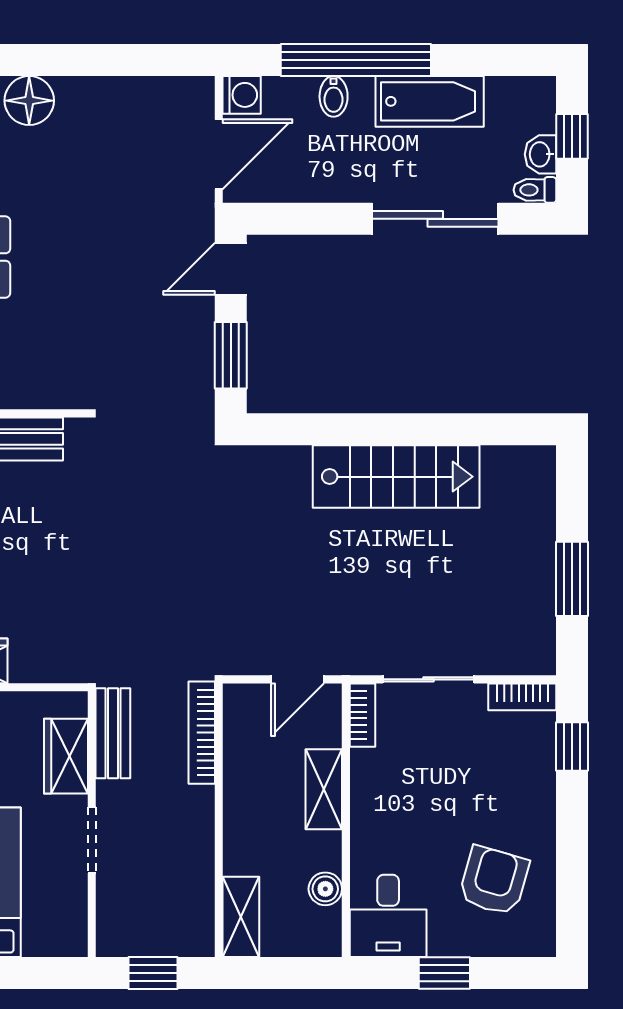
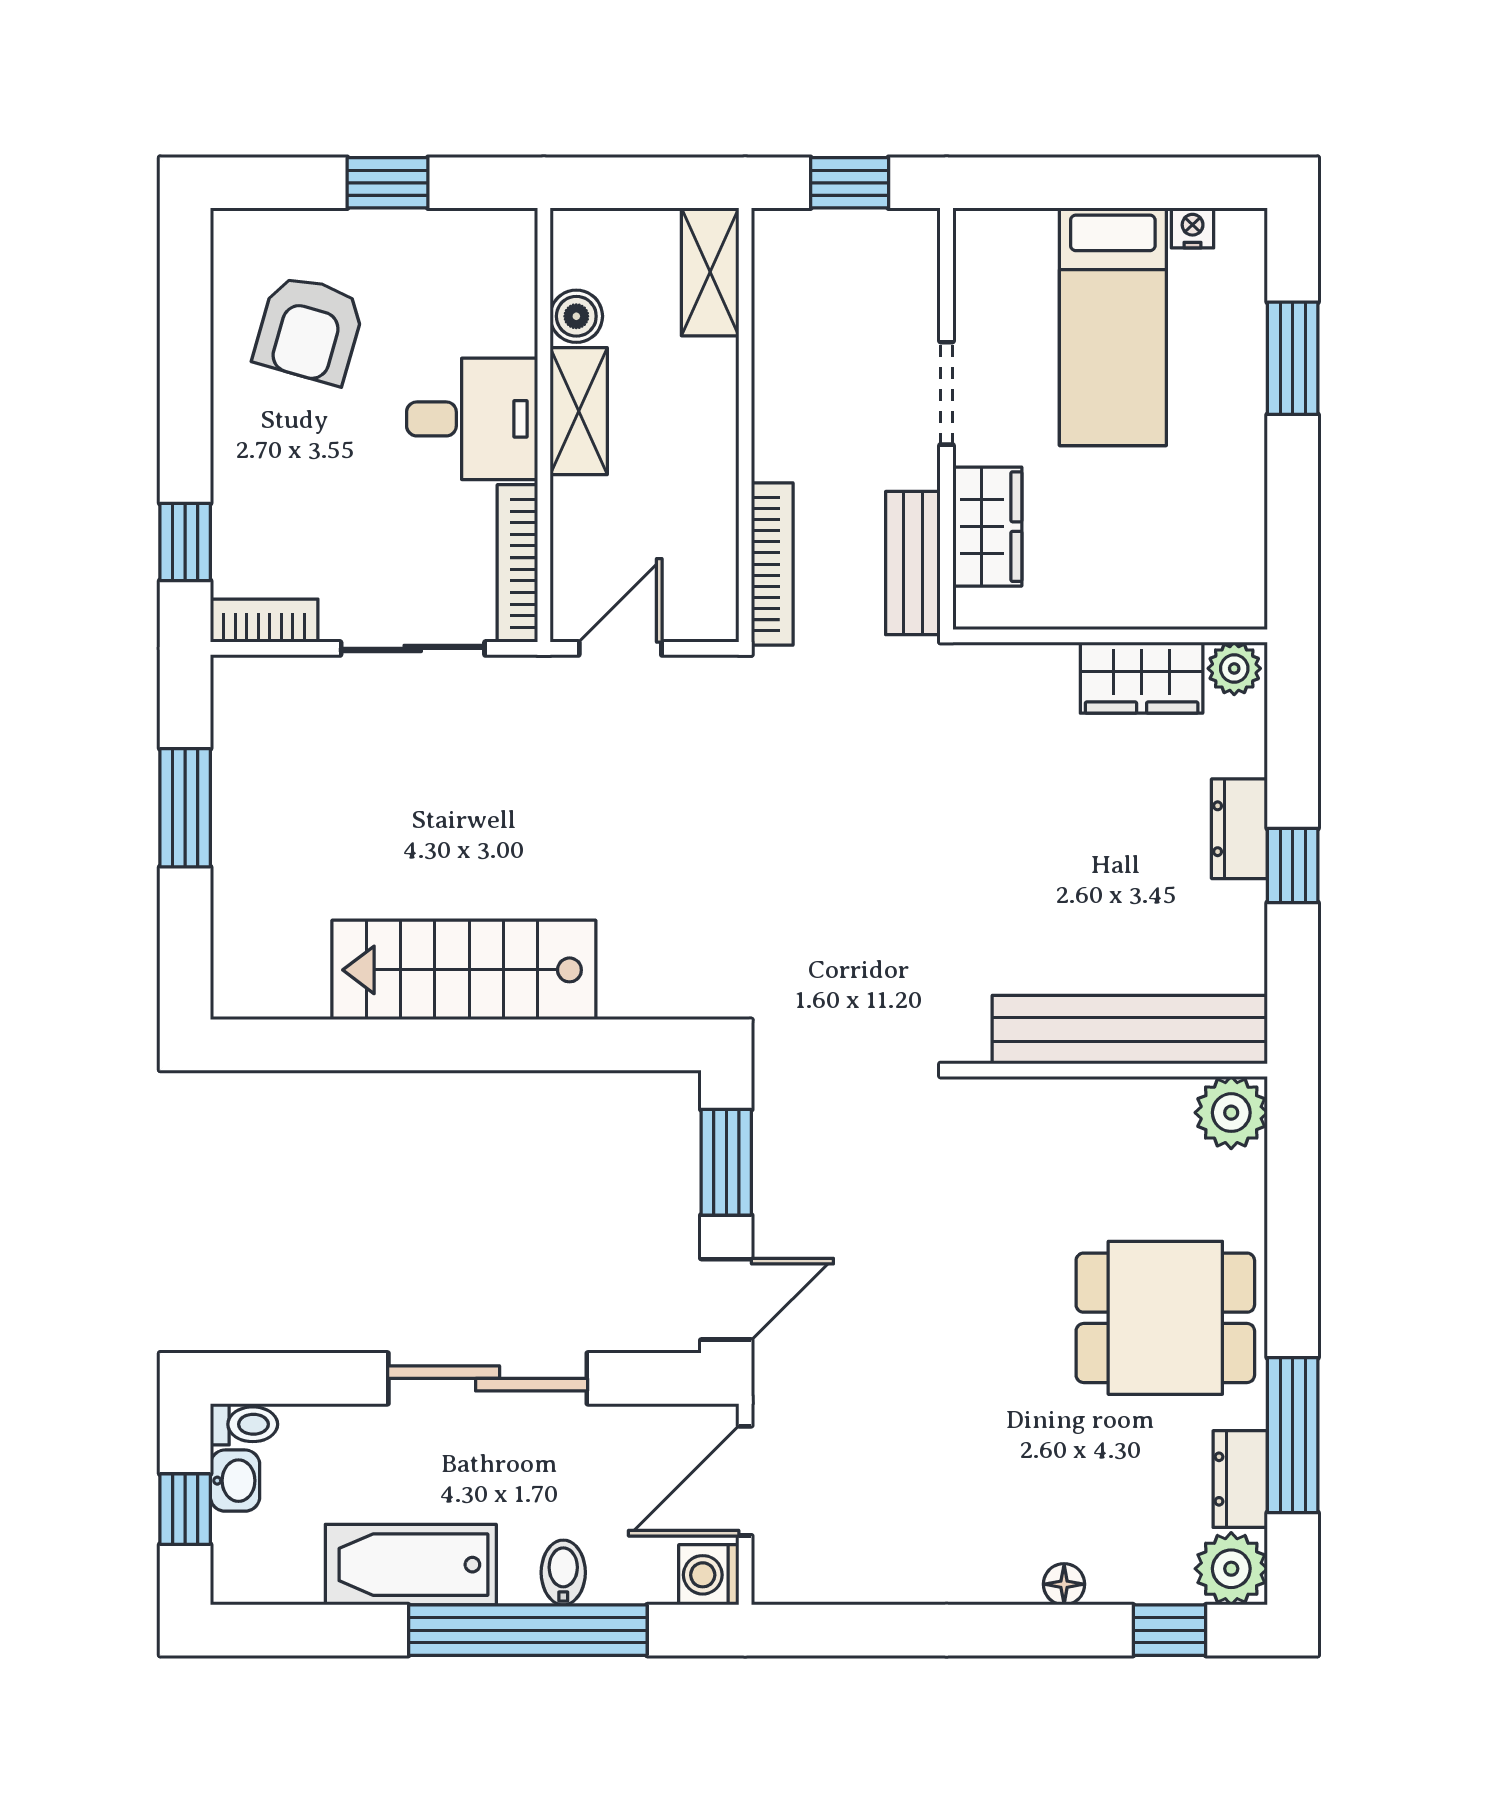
floor lamp: (29, 101) -> (1064, 1584), width x0.53, depth x0.53
sliding door: (435, 219) -> (488, 1378), moved
bookcase: (362, 715) -> (517, 563), width x1.56
shelving: (324, 789) -> (579, 411), moved
desk: (388, 916) -> (472, 419), moved, turned 90

